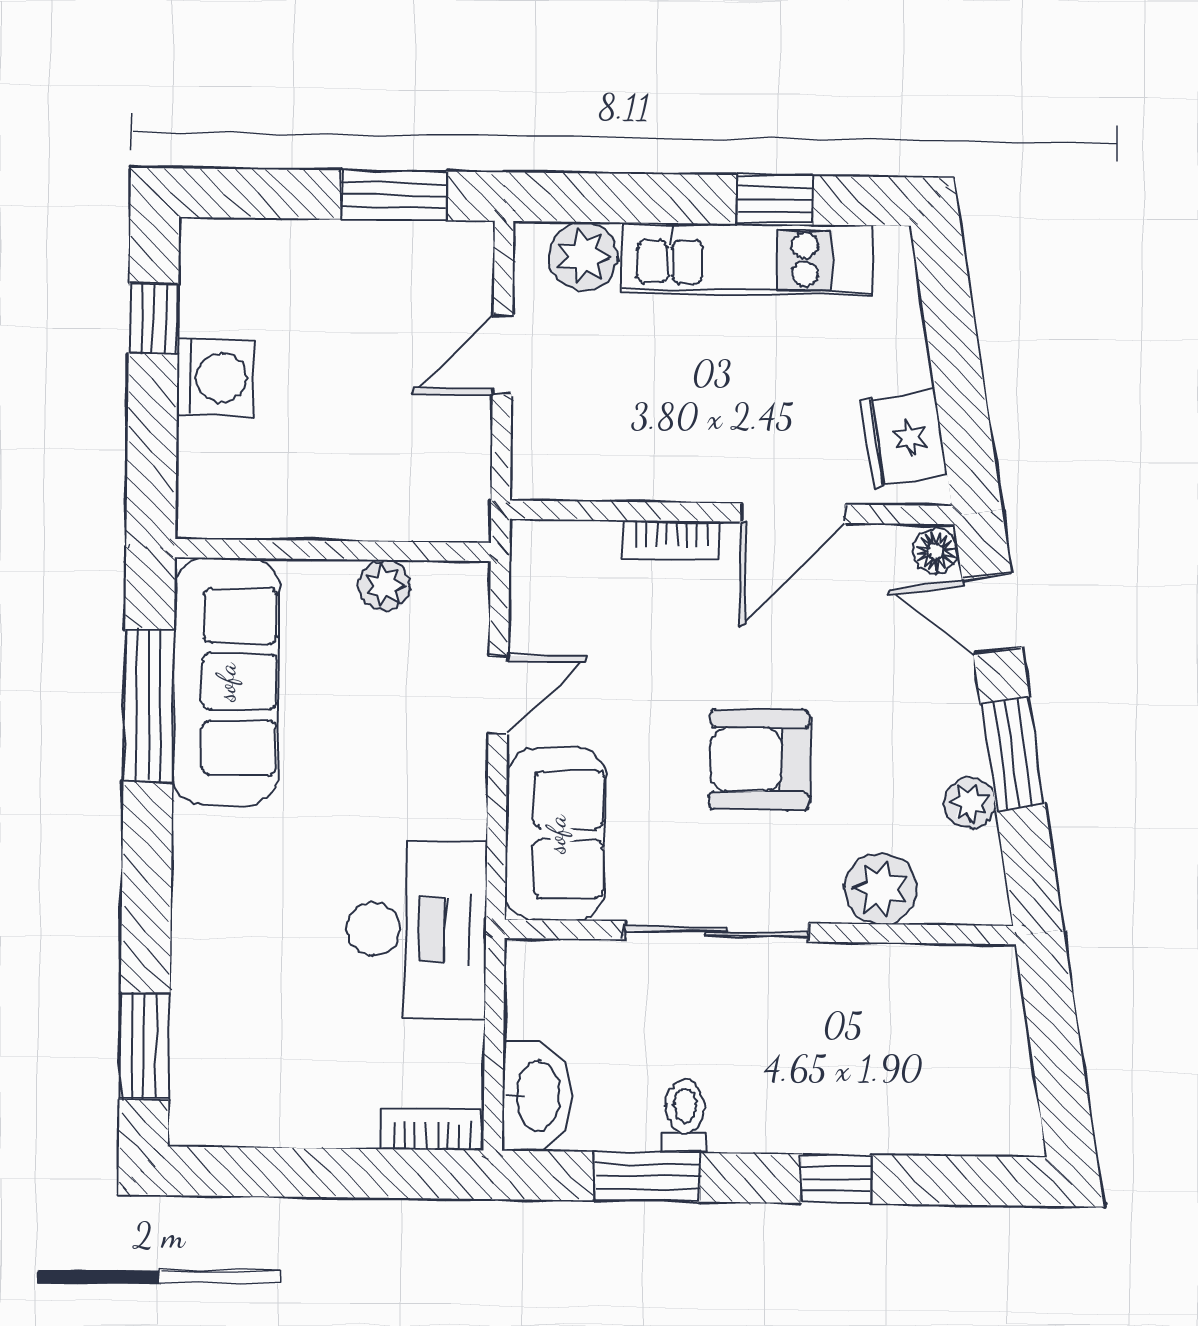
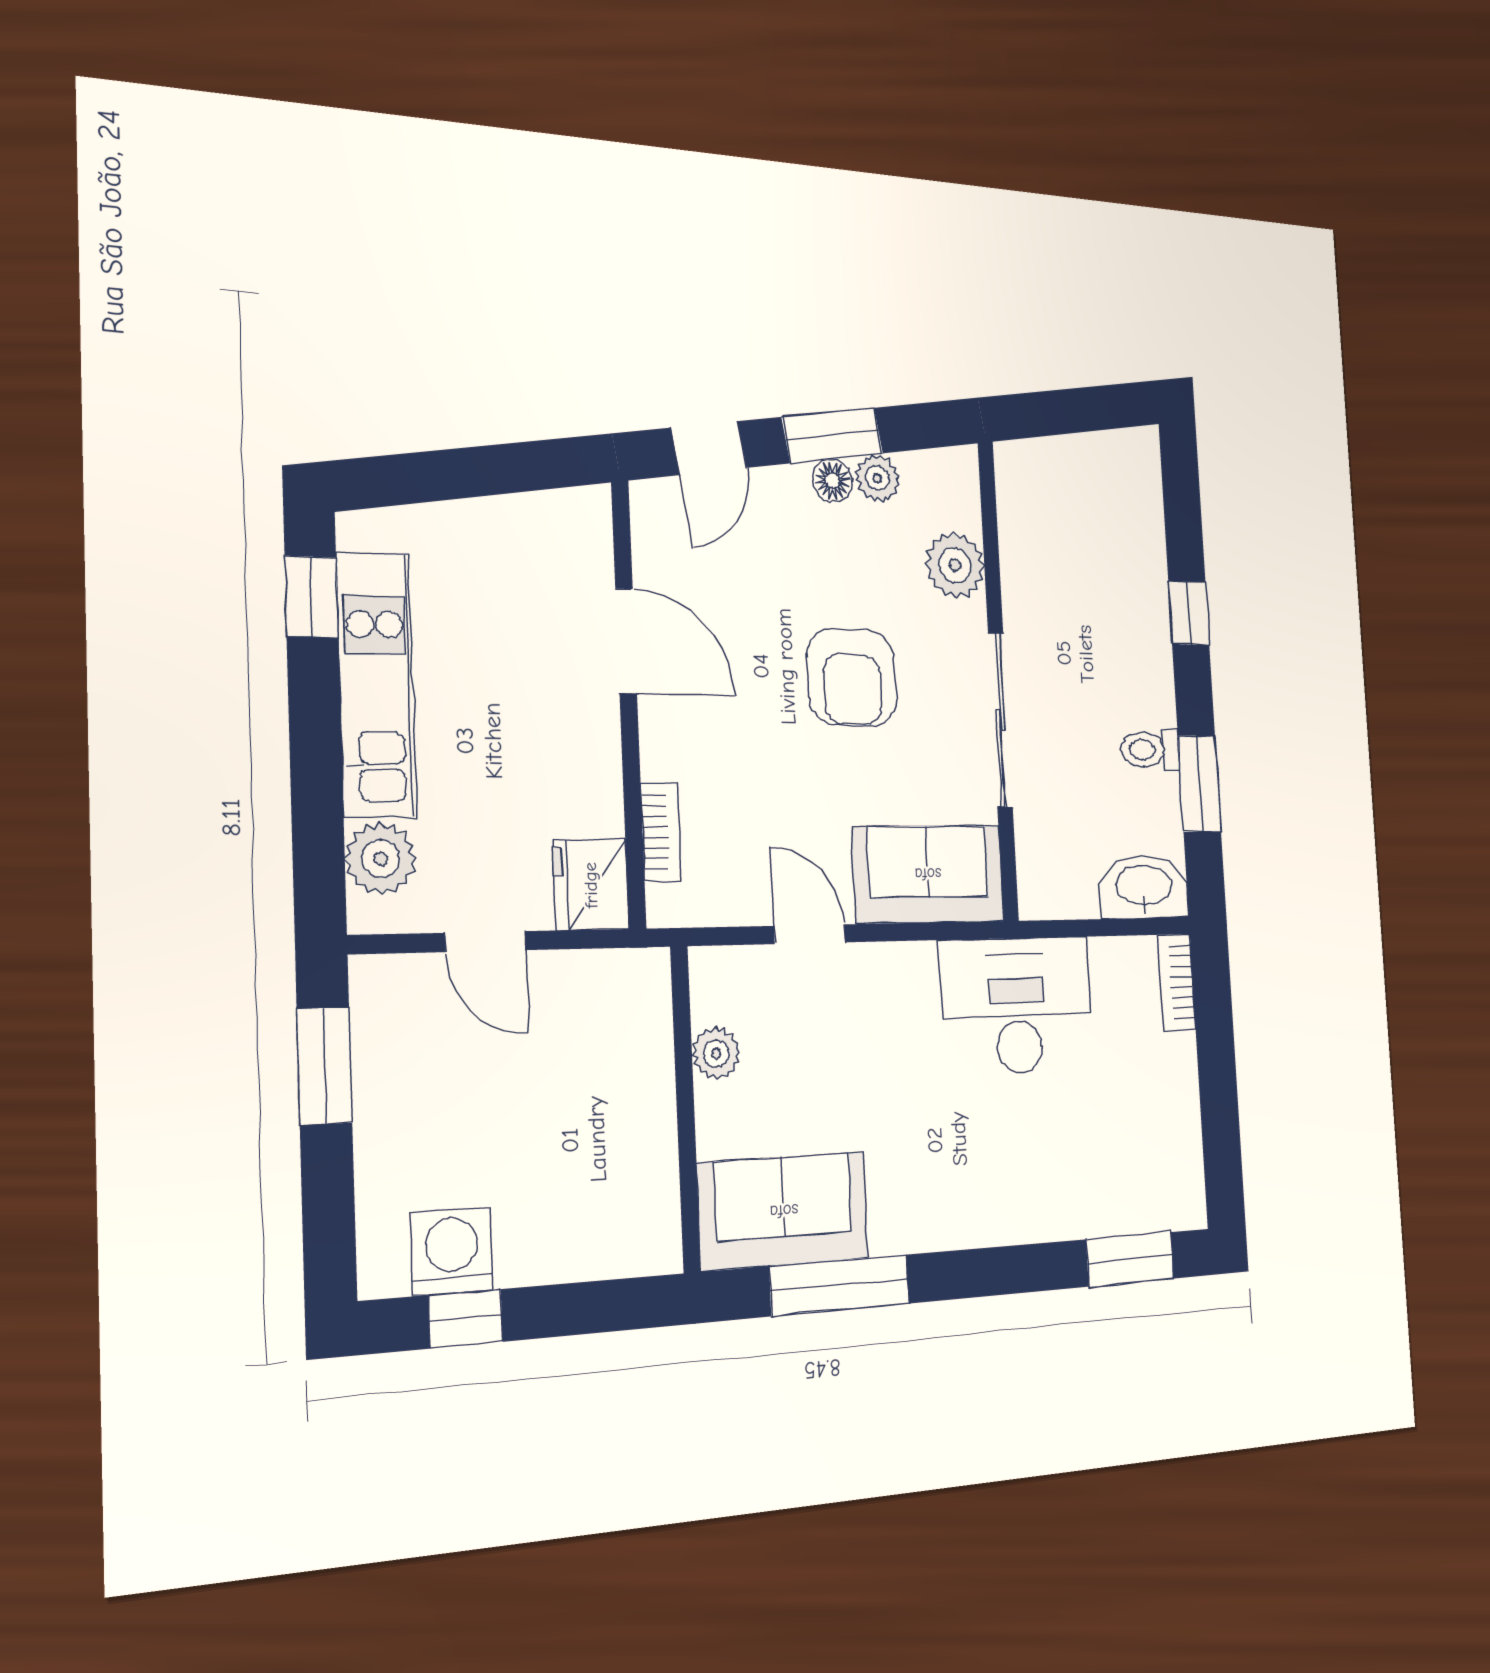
window: (775, 200) -> (311, 597), moved
washing machine: (215, 378) -> (452, 1251), moved
fridge: (904, 438) -> (591, 885), moved, turned 99
bookcase: (671, 540) -> (661, 832), moved
floor lamp: (936, 551) -> (832, 481), moved
sofa: (226, 682) -> (784, 1211), width x0.73

